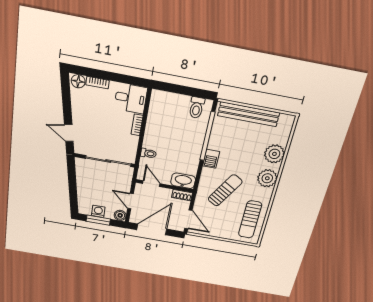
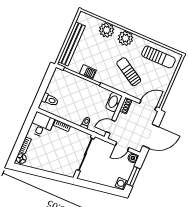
toilet: (197, 108) -> (50, 100), moved
door: (69, 133) -> (57, 177), removed
barbecue: (211, 159) -> (88, 72), moved
washing machine: (98, 211) -> (121, 184), moved
door: (152, 229) -> (151, 136), swing flipped

